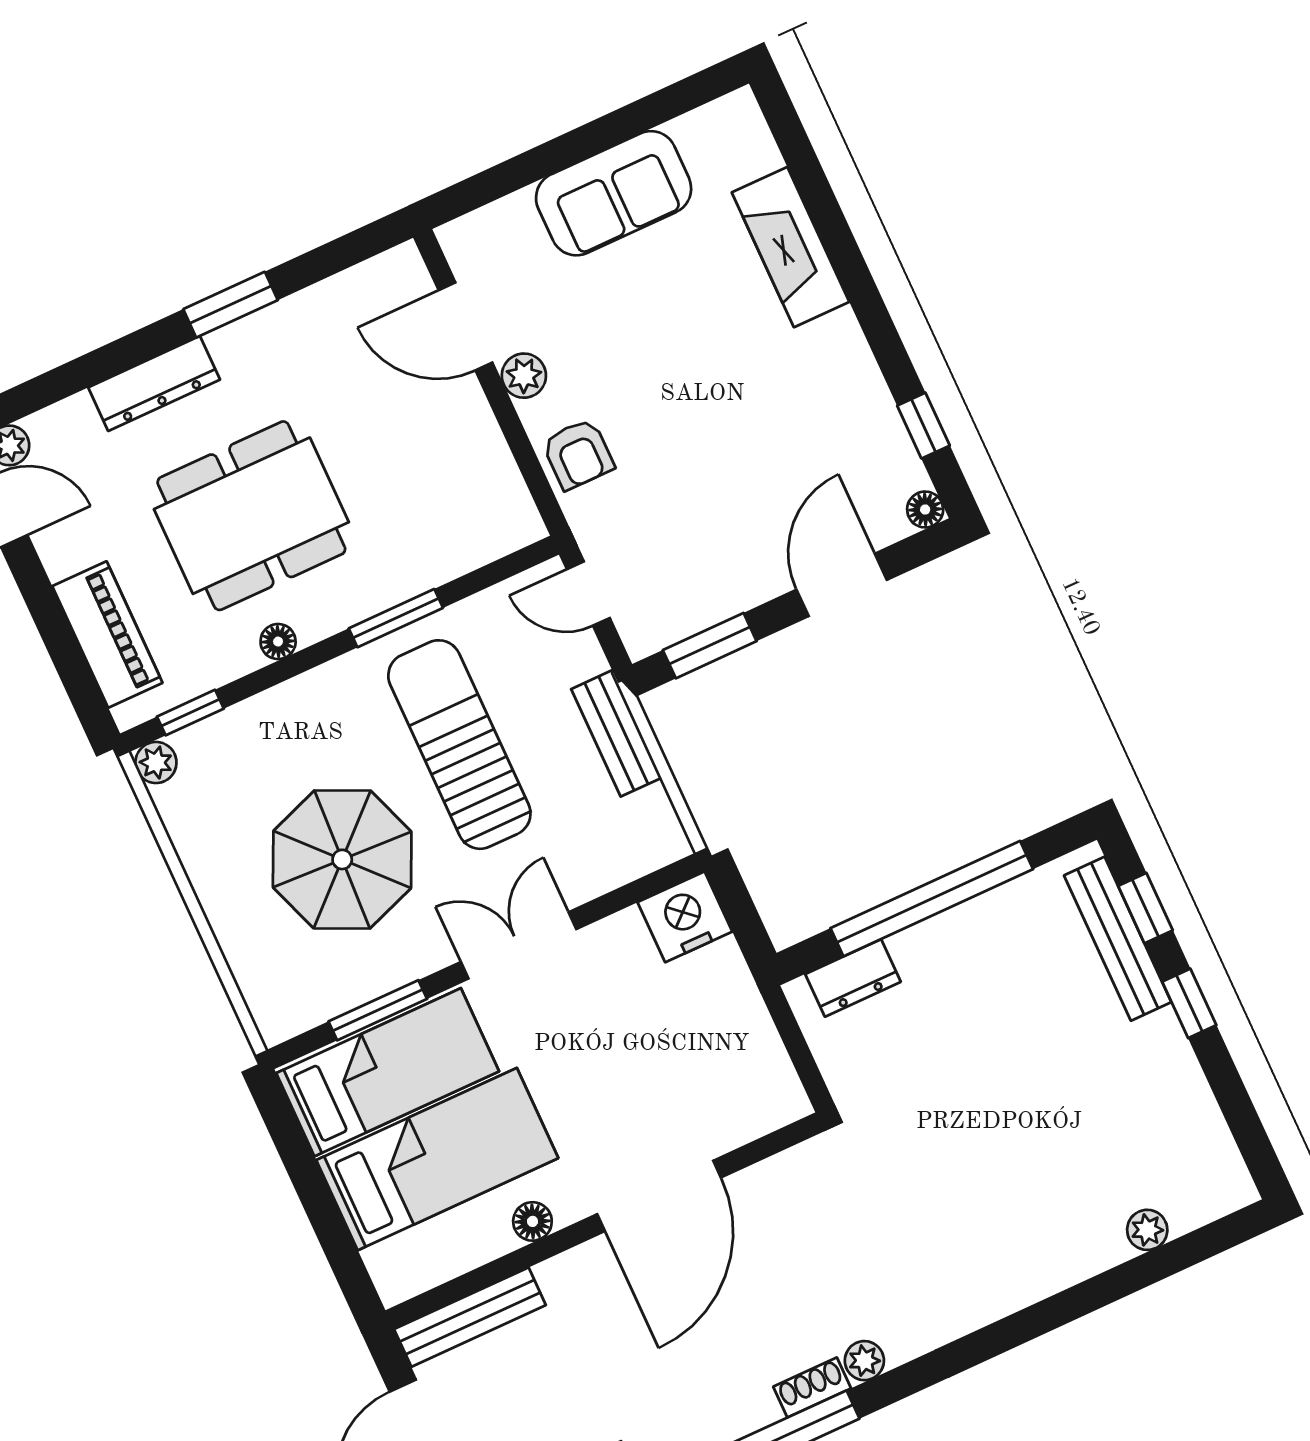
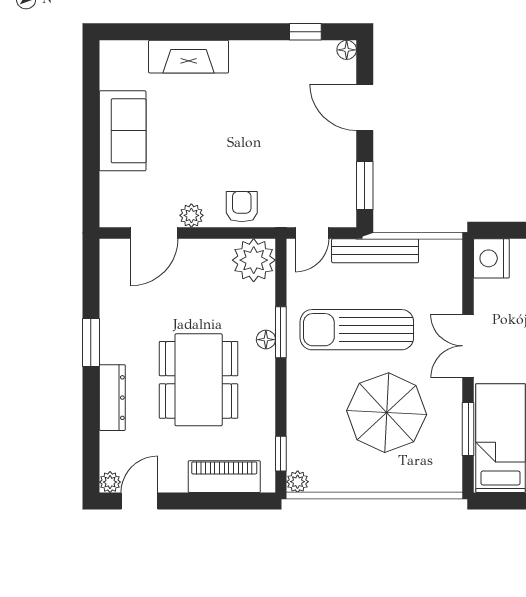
armchair: (578, 454) -> (242, 207), turned -90
plant: (497, 516) -> (254, 260), added
floor lamp: (278, 642) -> (266, 340), moved
bench: (616, 733) -> (375, 251), width x1.36

